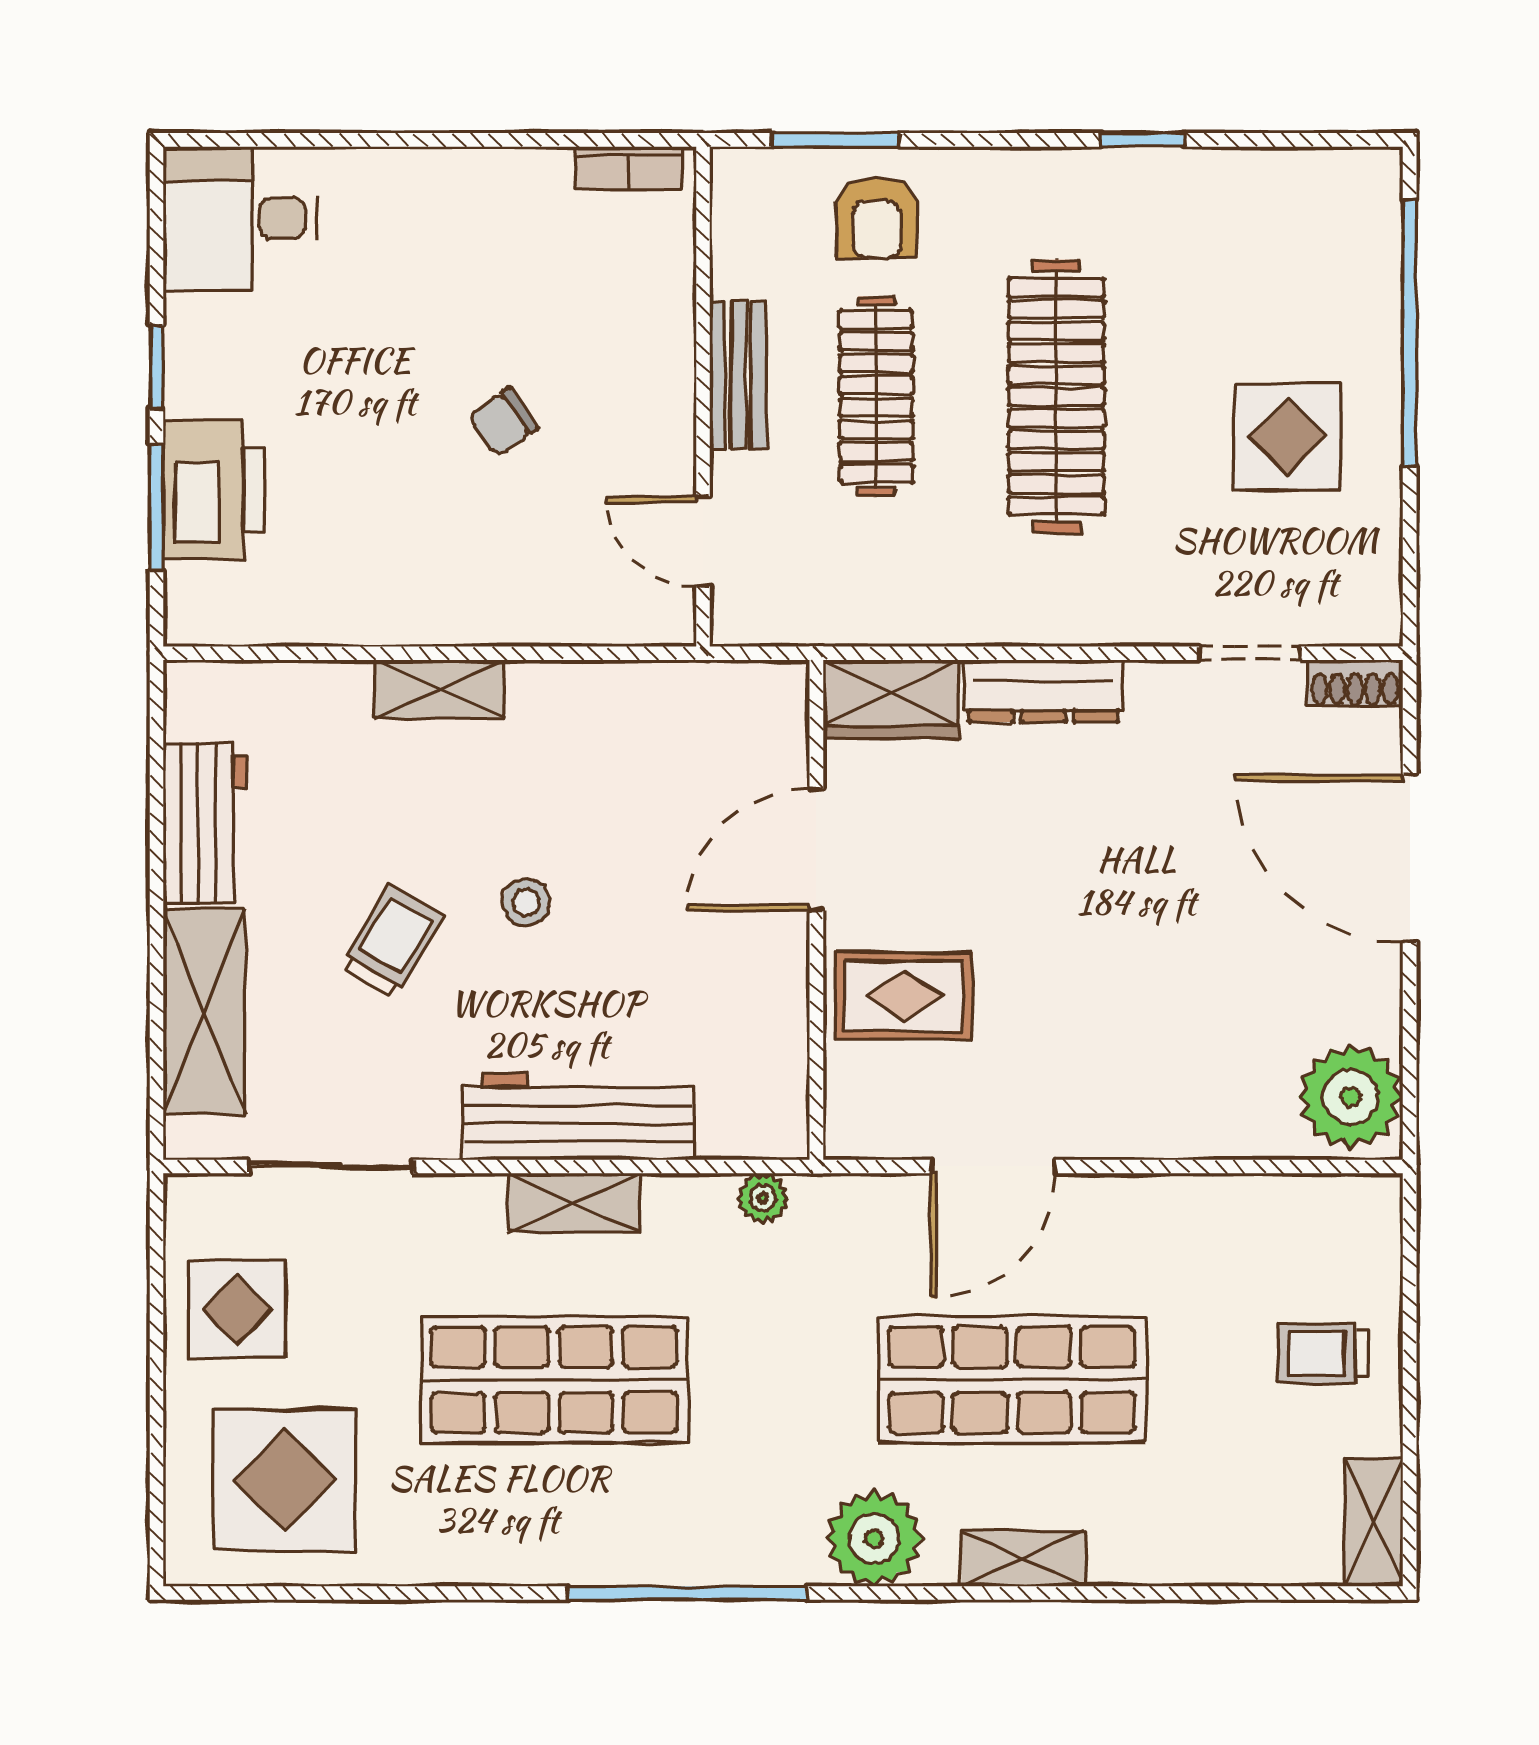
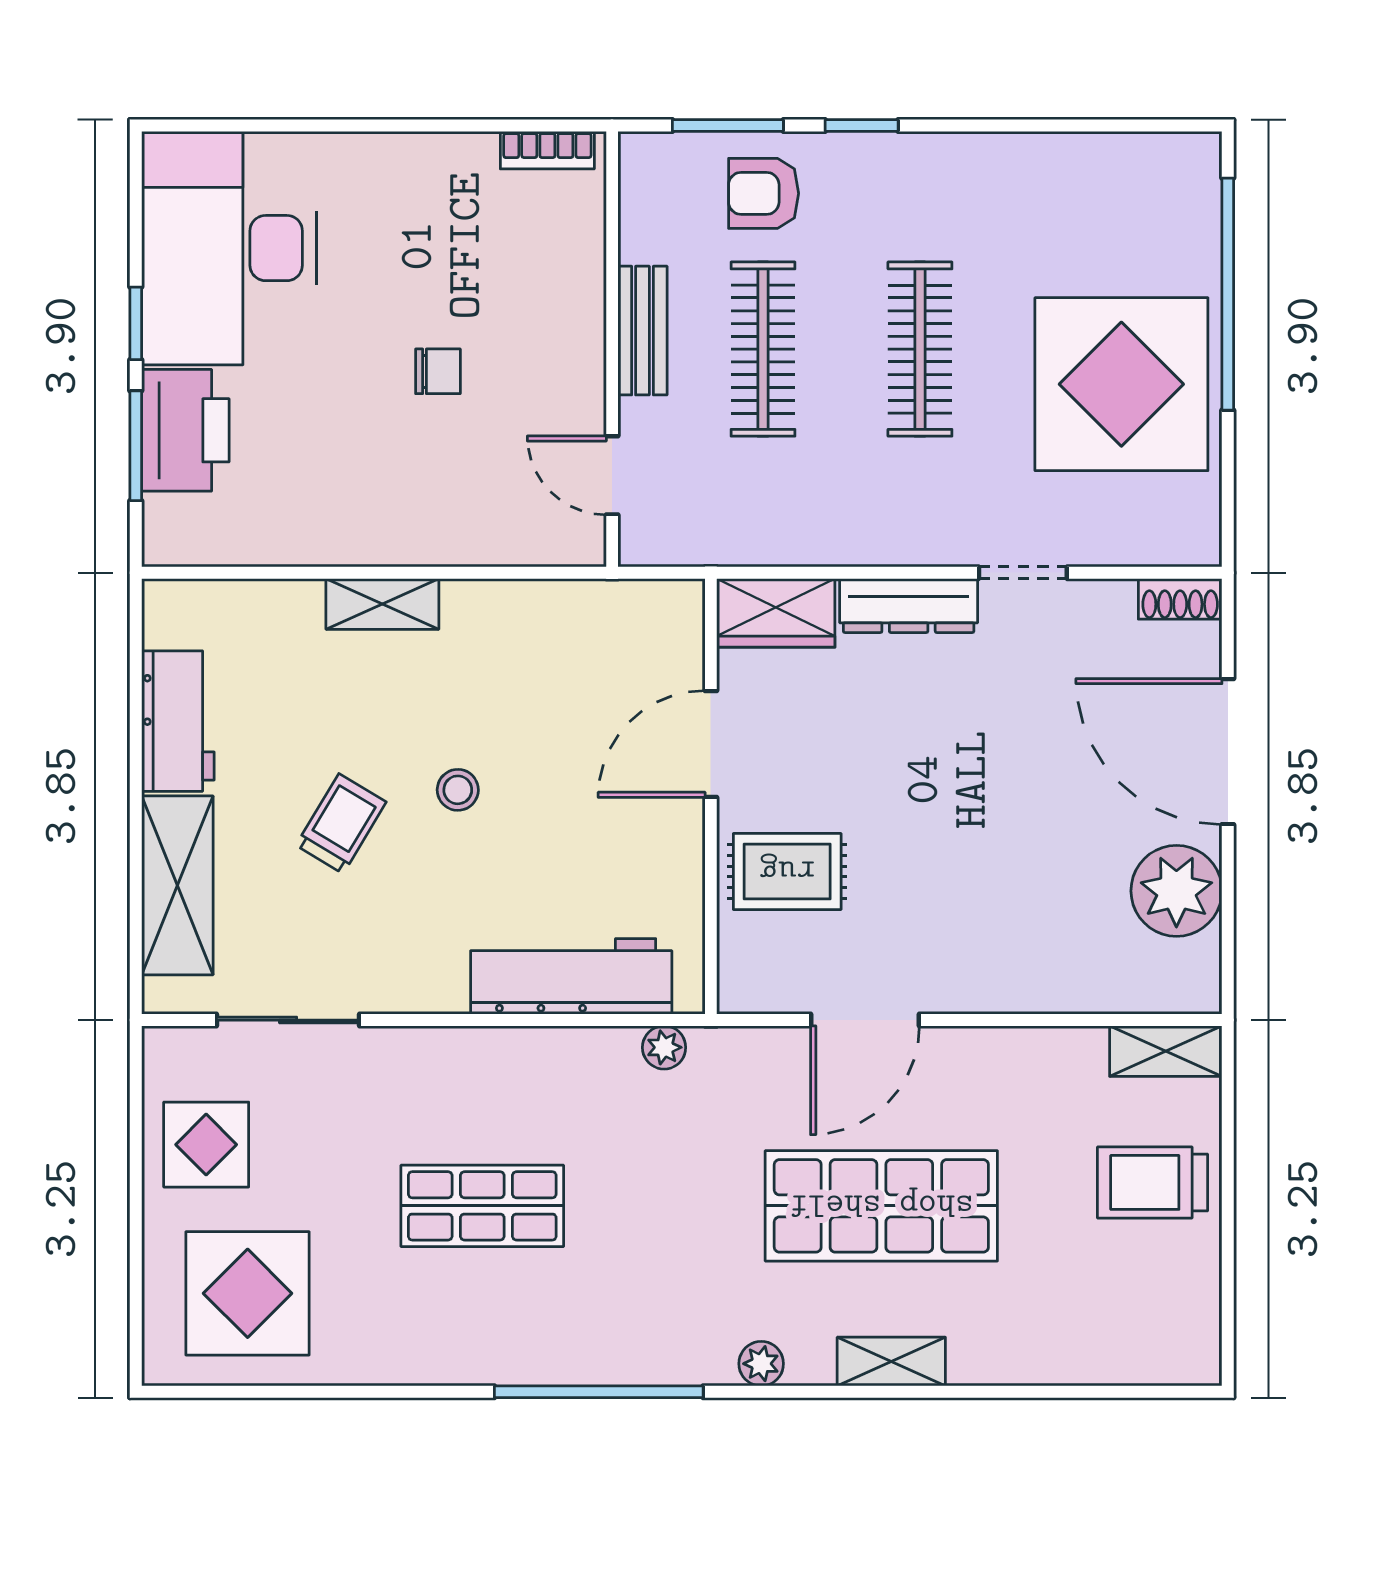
window: (1143, 140) -> (862, 125), moved
desk: (240, 218) -> (229, 248), width x1.87, depth x1.30
armchair: (877, 218) -> (764, 193), turned 90
clothes rail: (1056, 397) -> (920, 349), width x0.73, depth x0.76
chair: (503, 422) -> (438, 371), turned -145
display table: (1288, 437) -> (1121, 384), width x1.86, depth x1.86
doorway: (1250, 653) -> (1023, 573), moved
plant: (1351, 1097) -> (1176, 891), moved
workbench: (578, 1116) -> (571, 976), moved
shelving: (573, 1203) -> (499, 1052), removed
trolley: (1323, 1353) -> (1152, 1182), width x1.36, depth x1.39
shop shelf: (554, 1380) -> (482, 1206), width x0.70, depth x0.74
shelving: (1374, 1522) -> (1166, 1051), moved, turned 90
plant: (874, 1538) -> (761, 1364), width x0.53, depth x0.53

